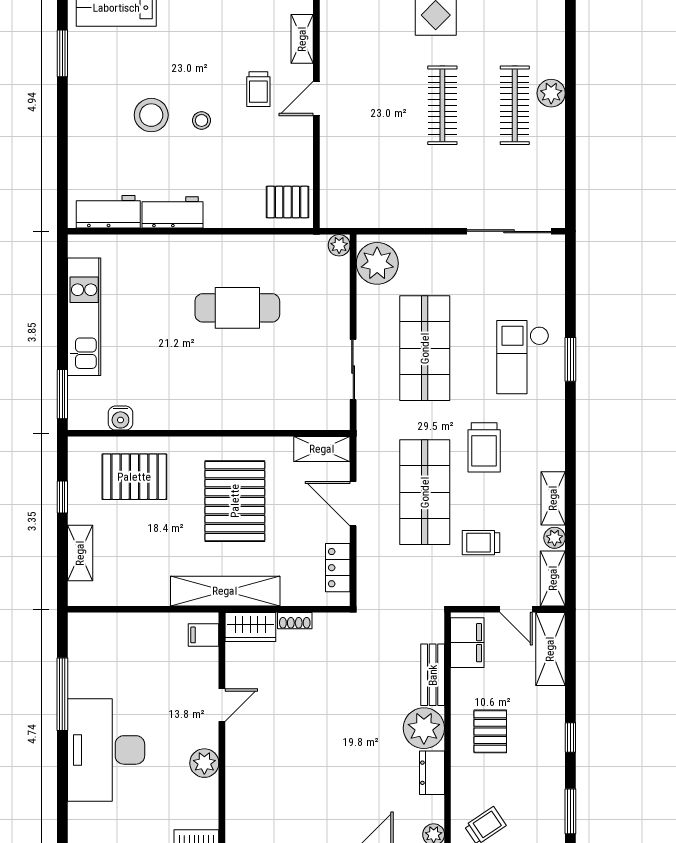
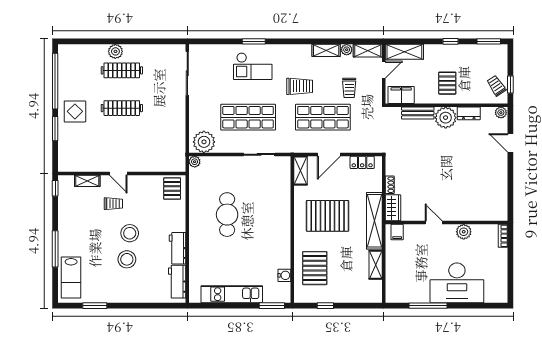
stool: (202, 120) -> (130, 233), width x1.89, depth x1.89
shelving: (80, 553) -> (376, 265), moved, turned 90
pallet: (490, 731) -> (447, 83), turned 90

